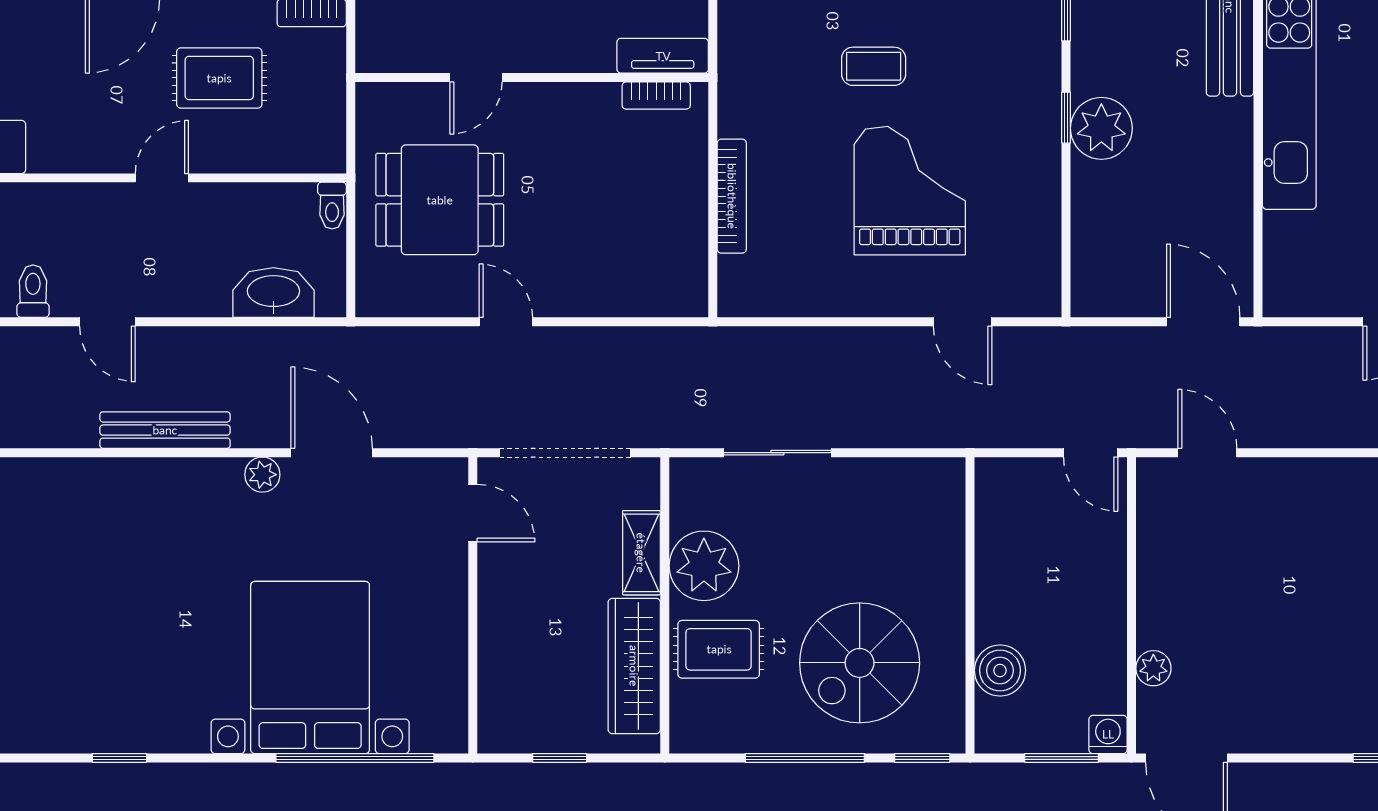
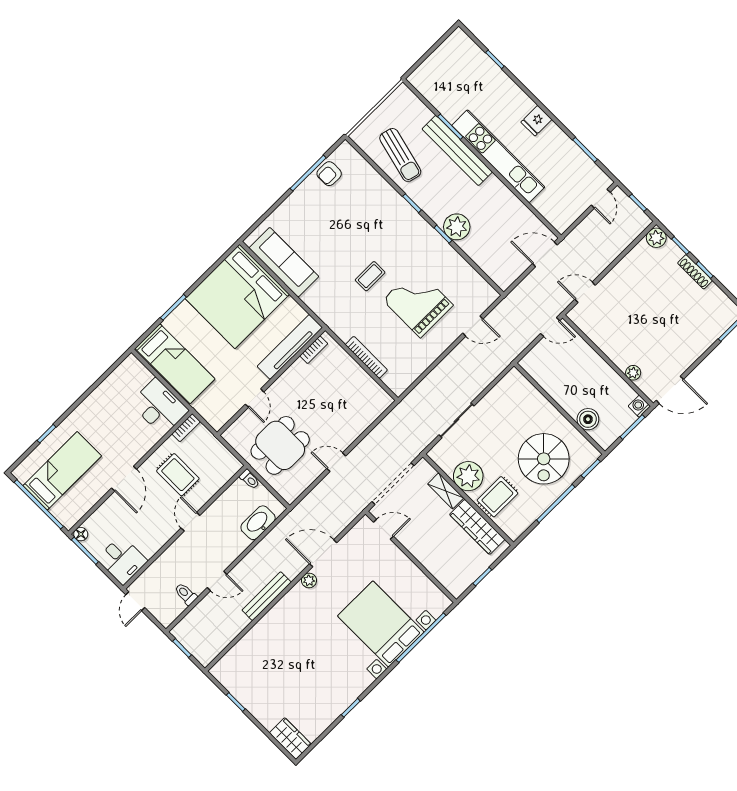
tv unit: (663, 56) -> (290, 347), width x1.92, depth x1.29
rug: (219, 78) -> (178, 475), turned 90

